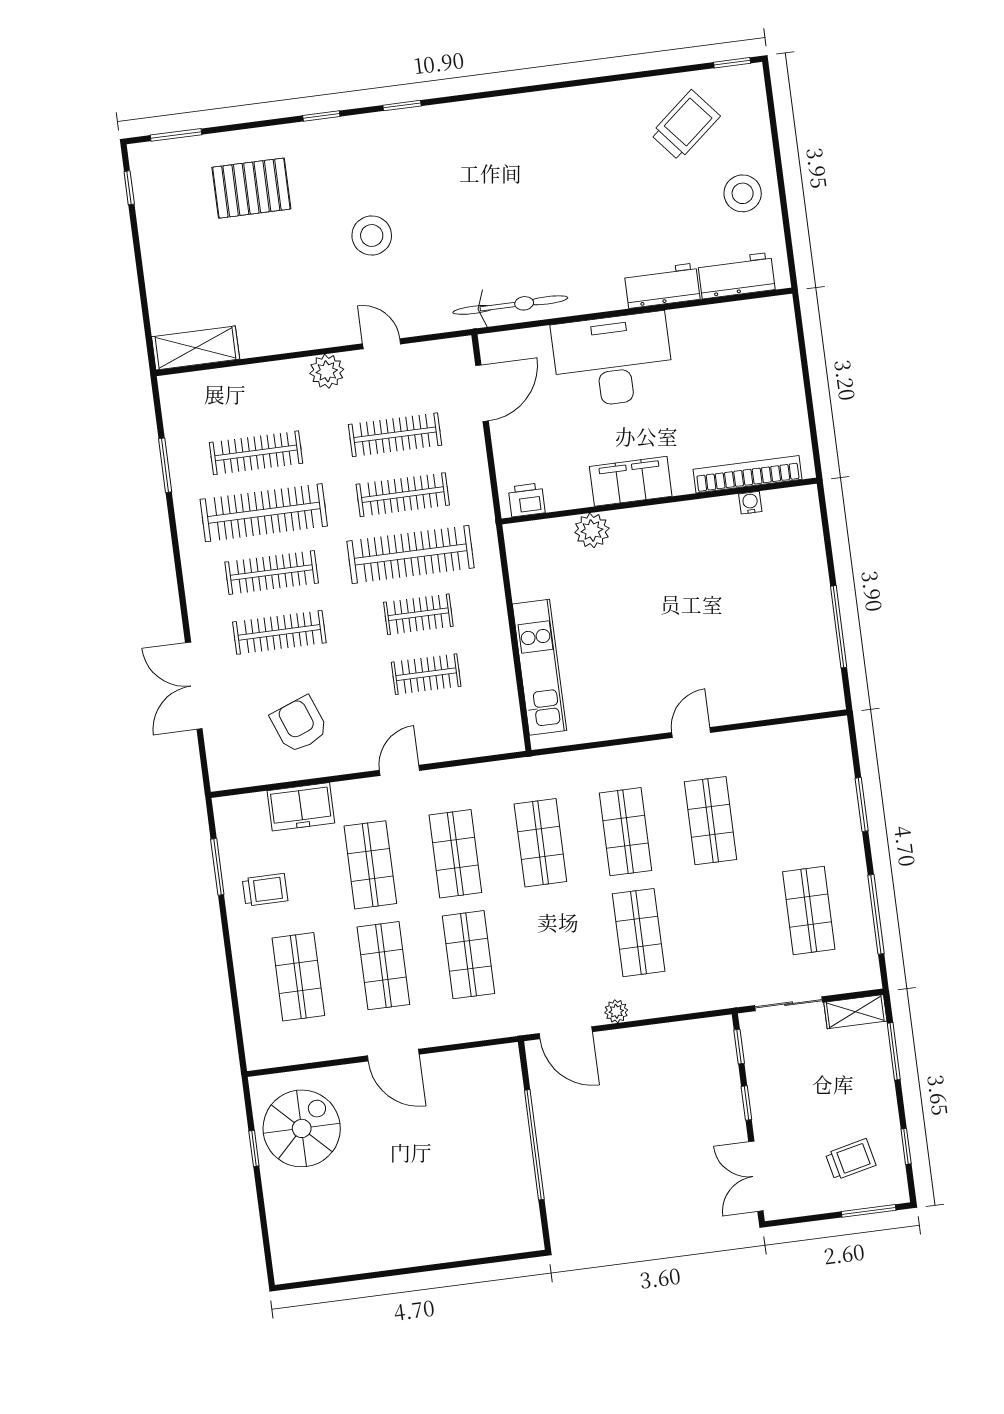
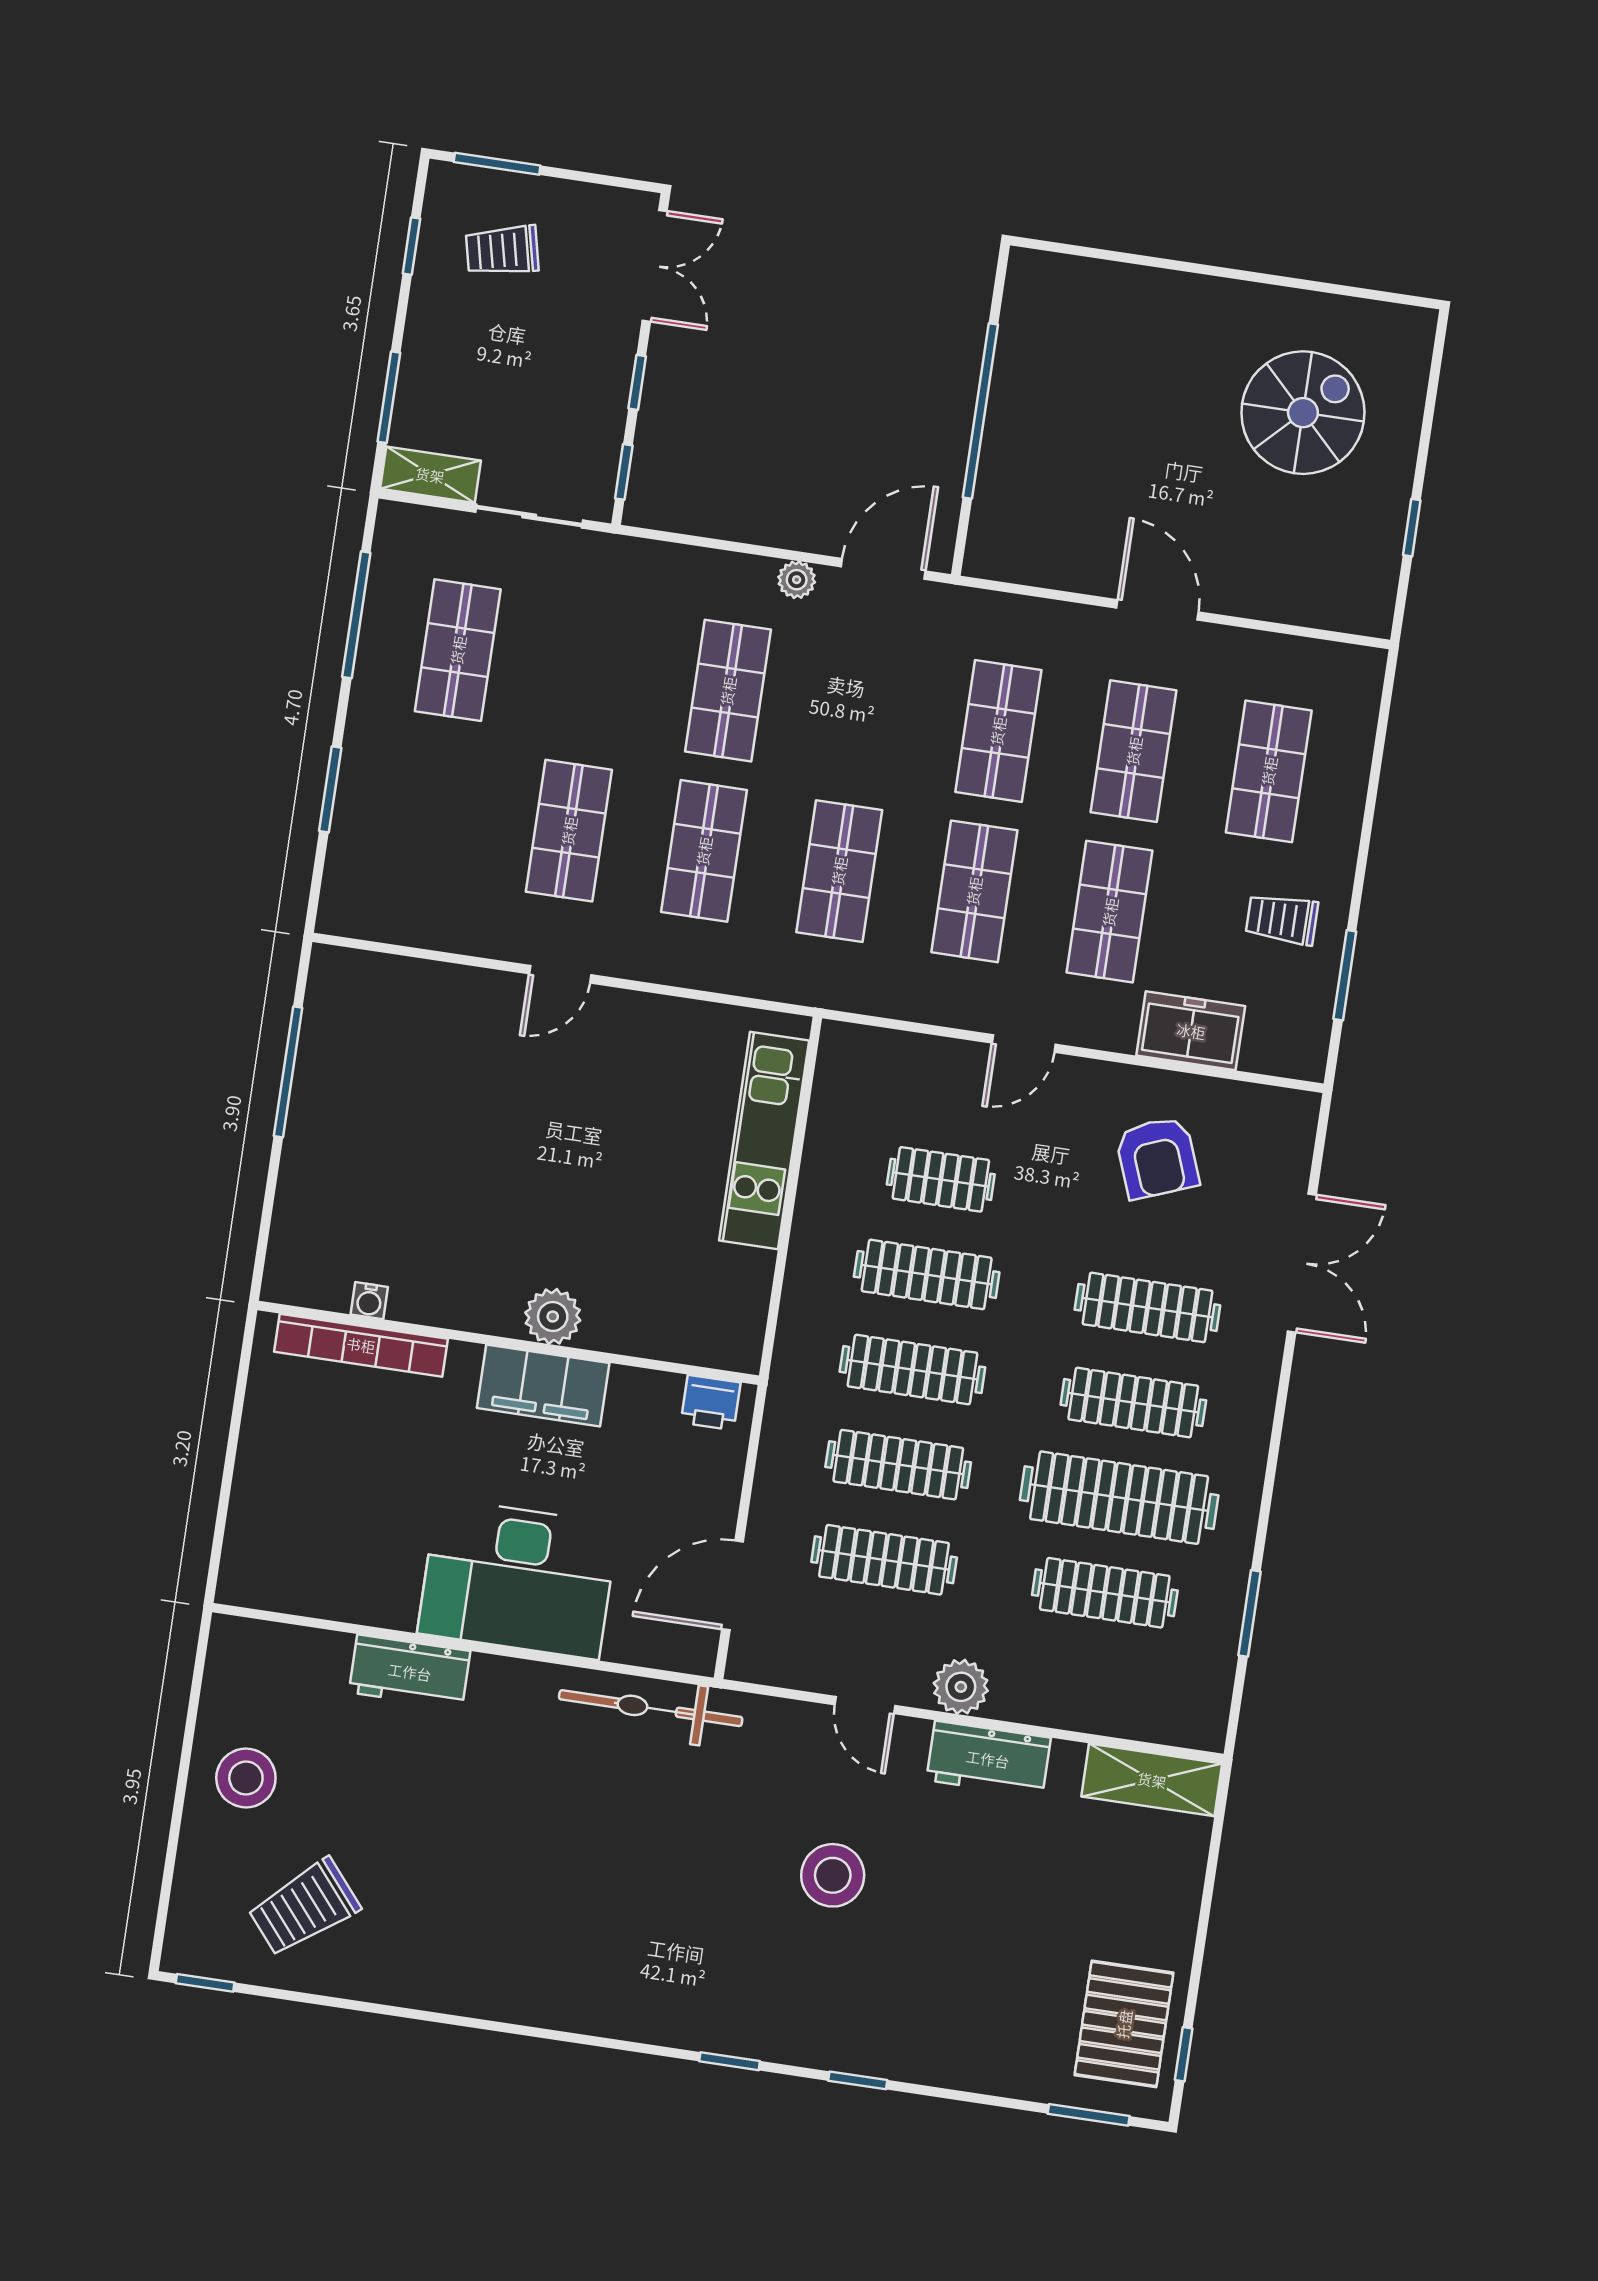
pallet: (251, 188) -> (1124, 2024), moved, turned 90
workbench: (736, 276) -> (988, 1759), moved
plant: (592, 530) -> (553, 1317), moved
clothes rail: (411, 554) -> (912, 1370), width x0.73, depth x0.76
clothes rail: (418, 614) -> (927, 1274), width x1.36
door: (566, 1033) -> (883, 569), hinge flipped
spiral stairs: (302, 1128) -> (1303, 413), moved, turned 180

